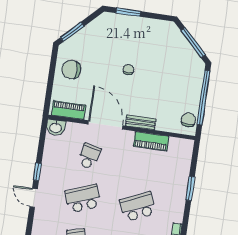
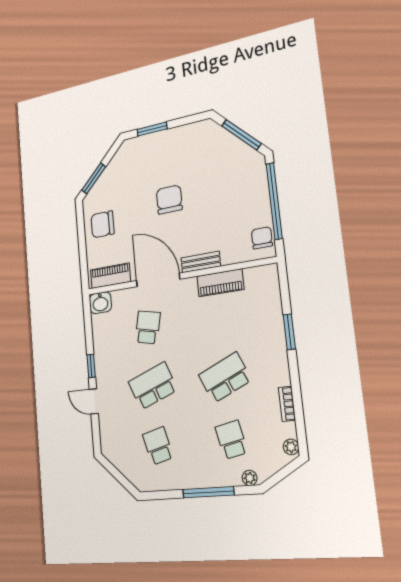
chair: (128, 70) -> (169, 200), width x1.87, depth x1.87

